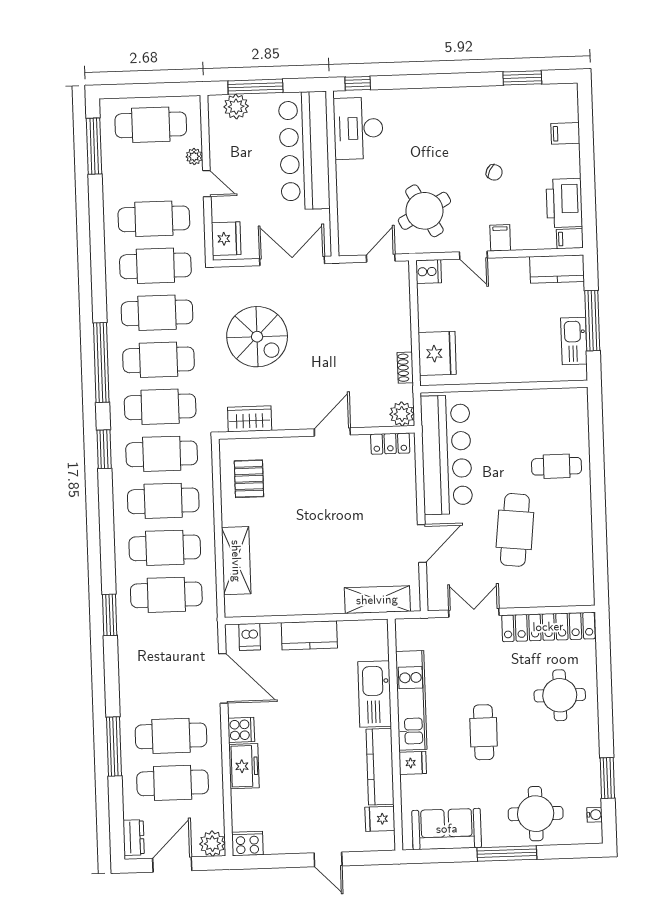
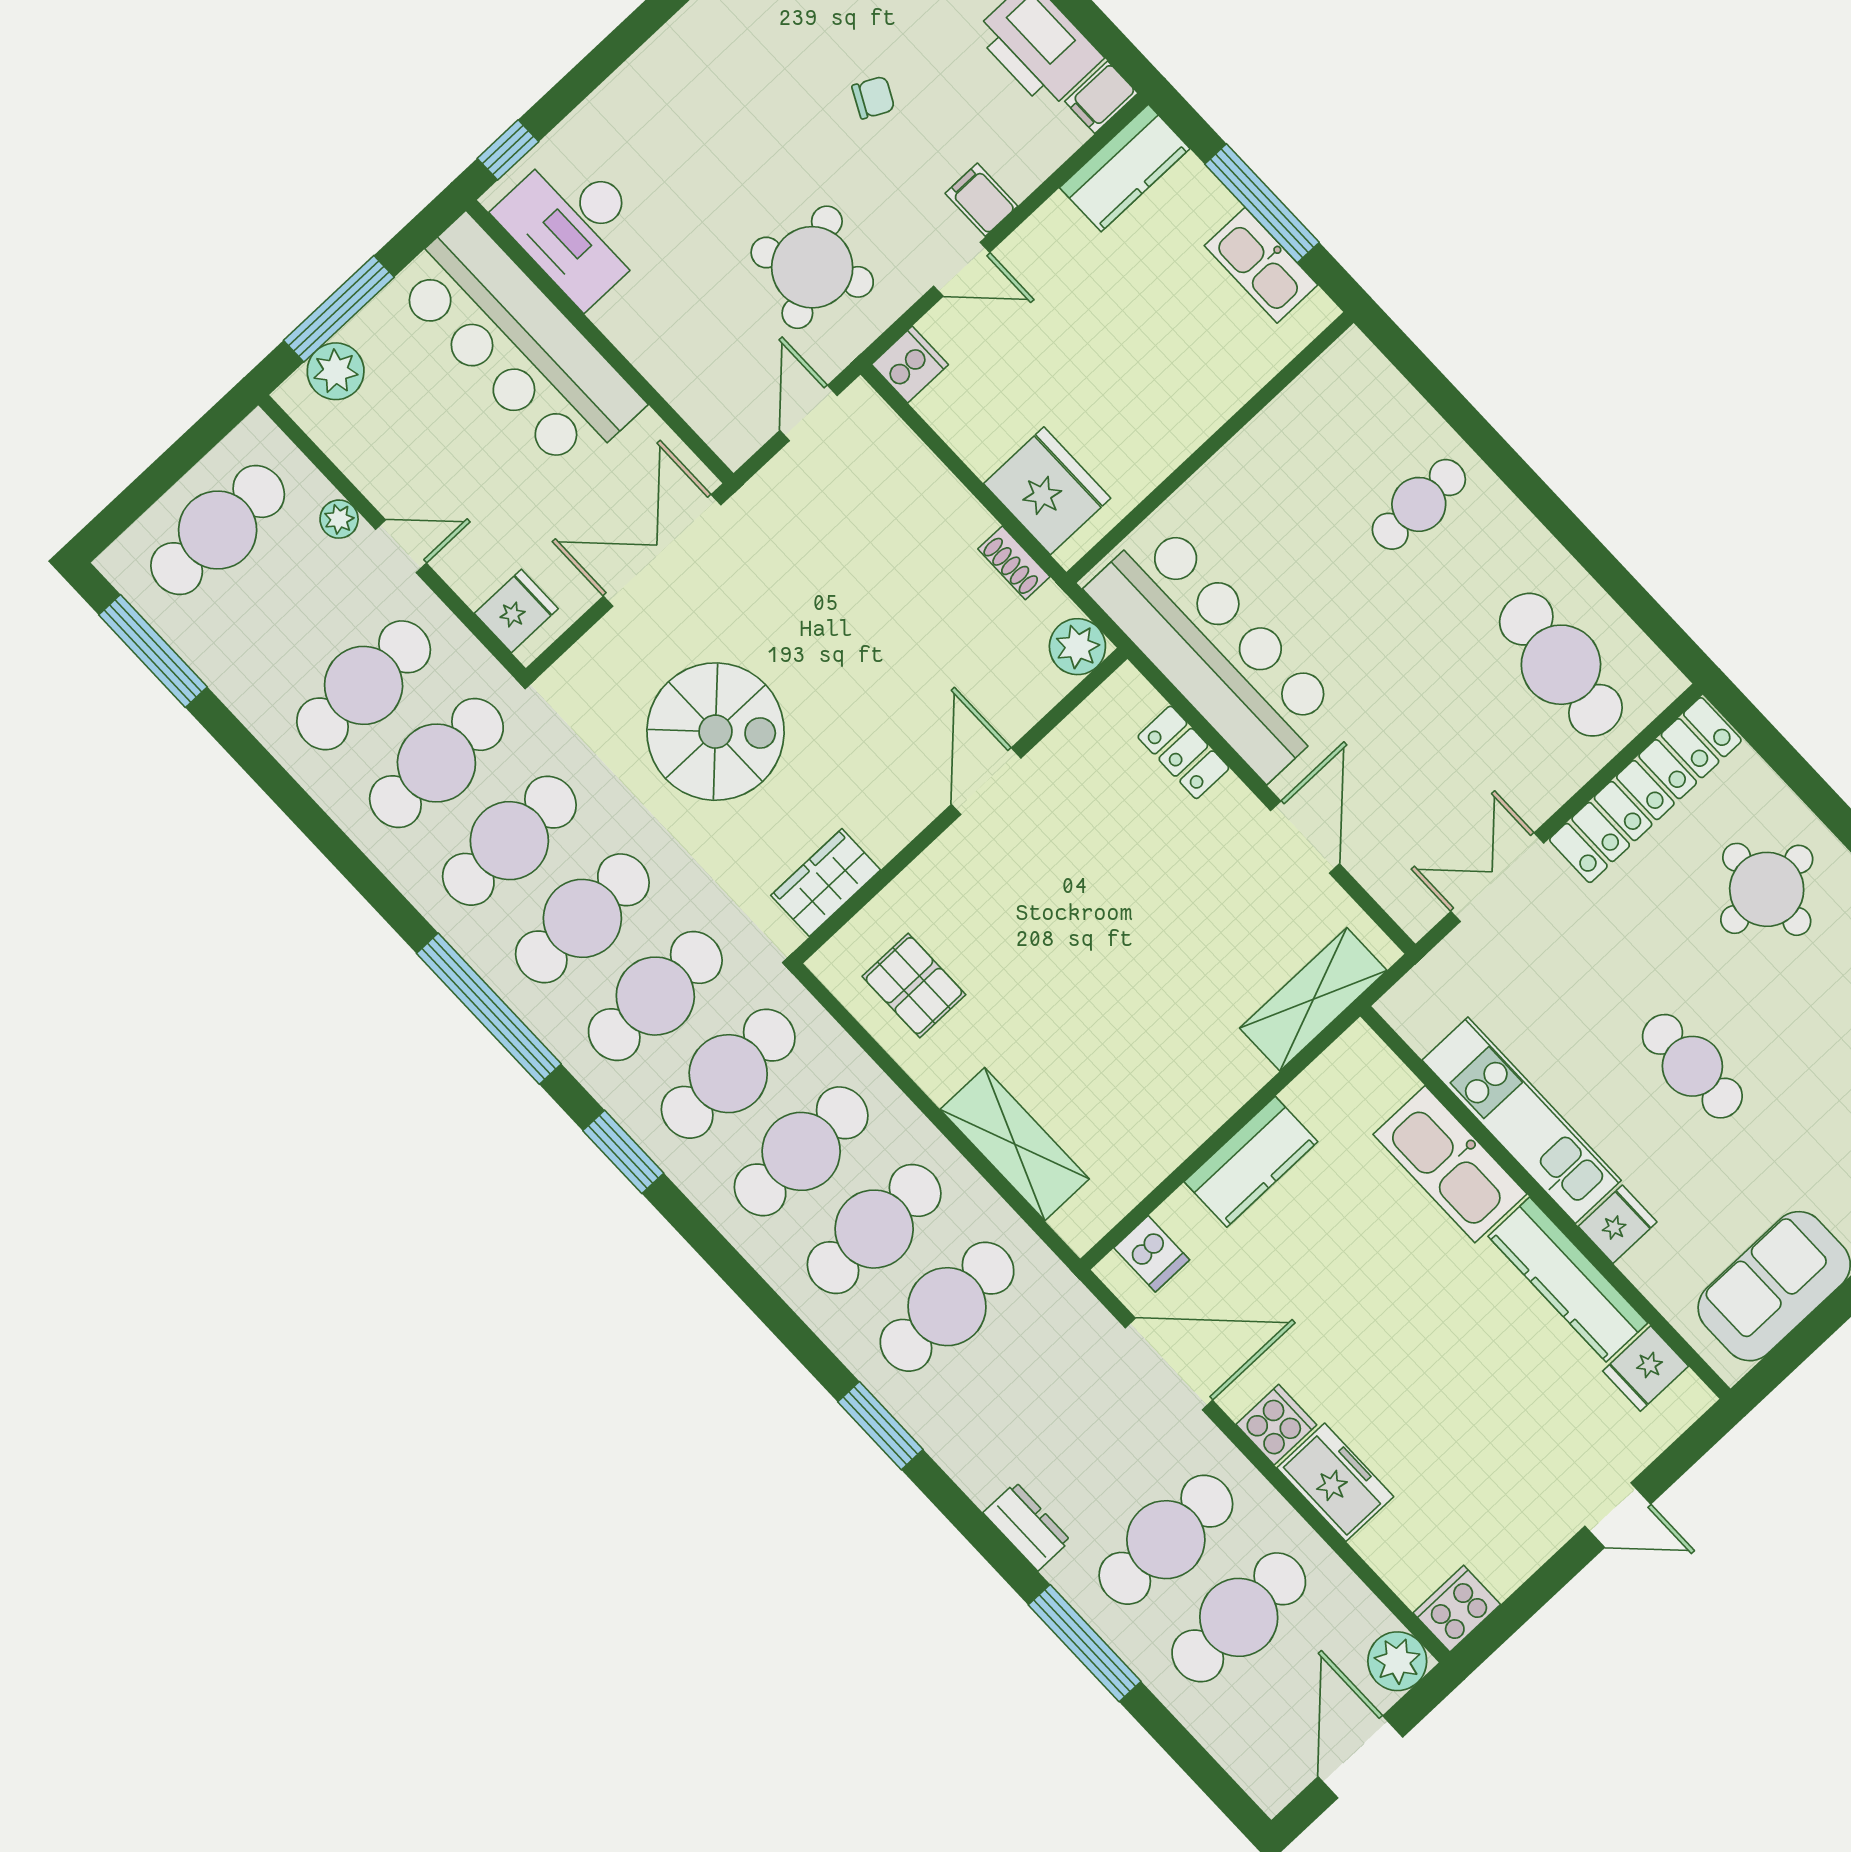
fridge: (226, 239) -> (516, 611), width x0.72
locker: (390, 444) -> (1183, 752), moved, turned 90
cafe table: (515, 530) -> (1561, 665), moved
dresser: (134, 837) -> (1027, 1527), moved

